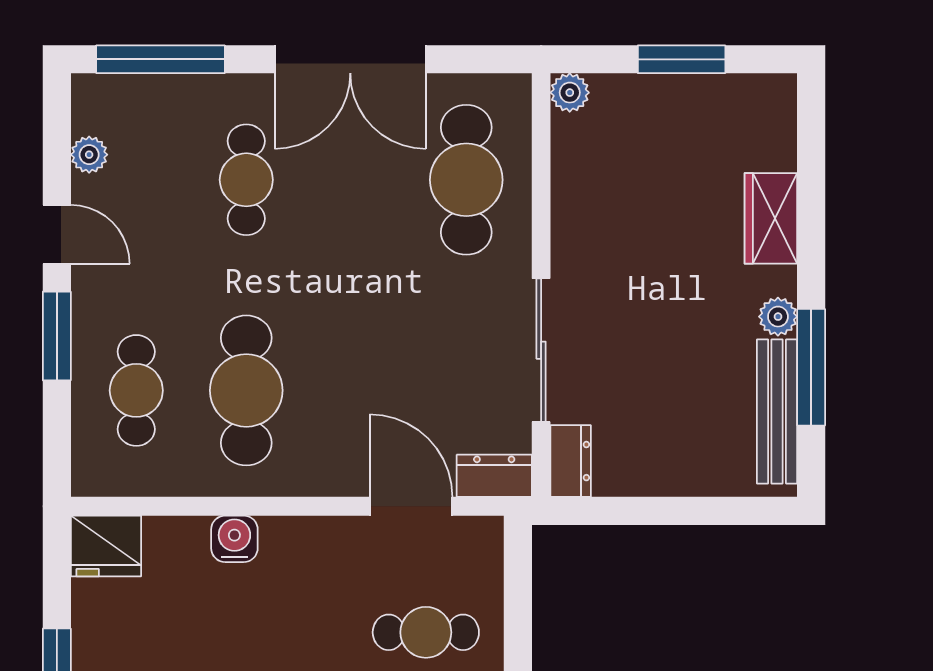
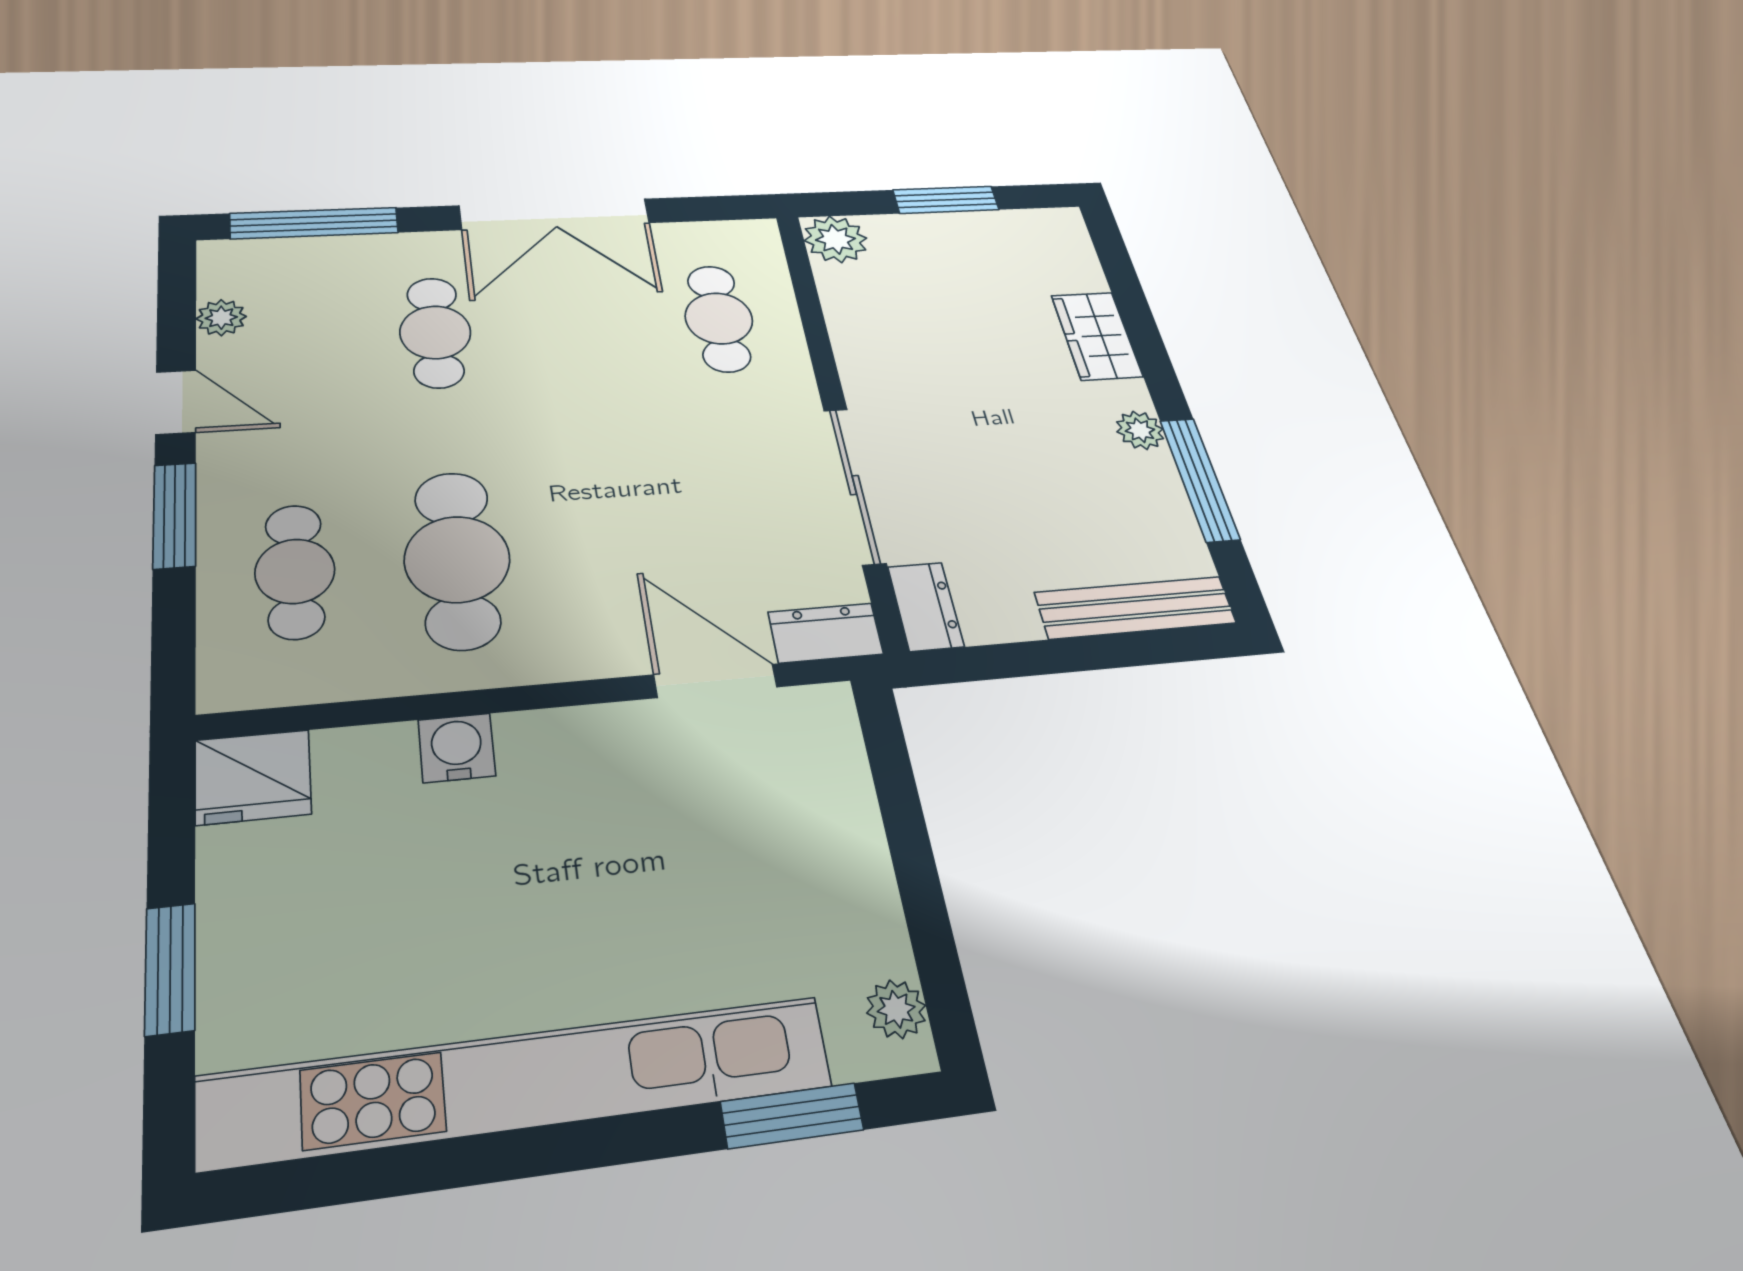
plant: (570, 93) -> (835, 239), width x1.38, depth x1.38
cafe table: (466, 180) -> (719, 318), width x0.73, depth x0.74
bench: (777, 412) -> (1135, 608), moved, turned 90
cafe table: (426, 632) -> (769, 847), removed

